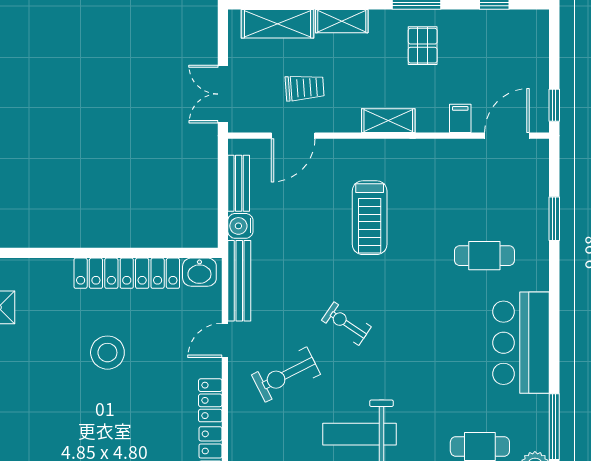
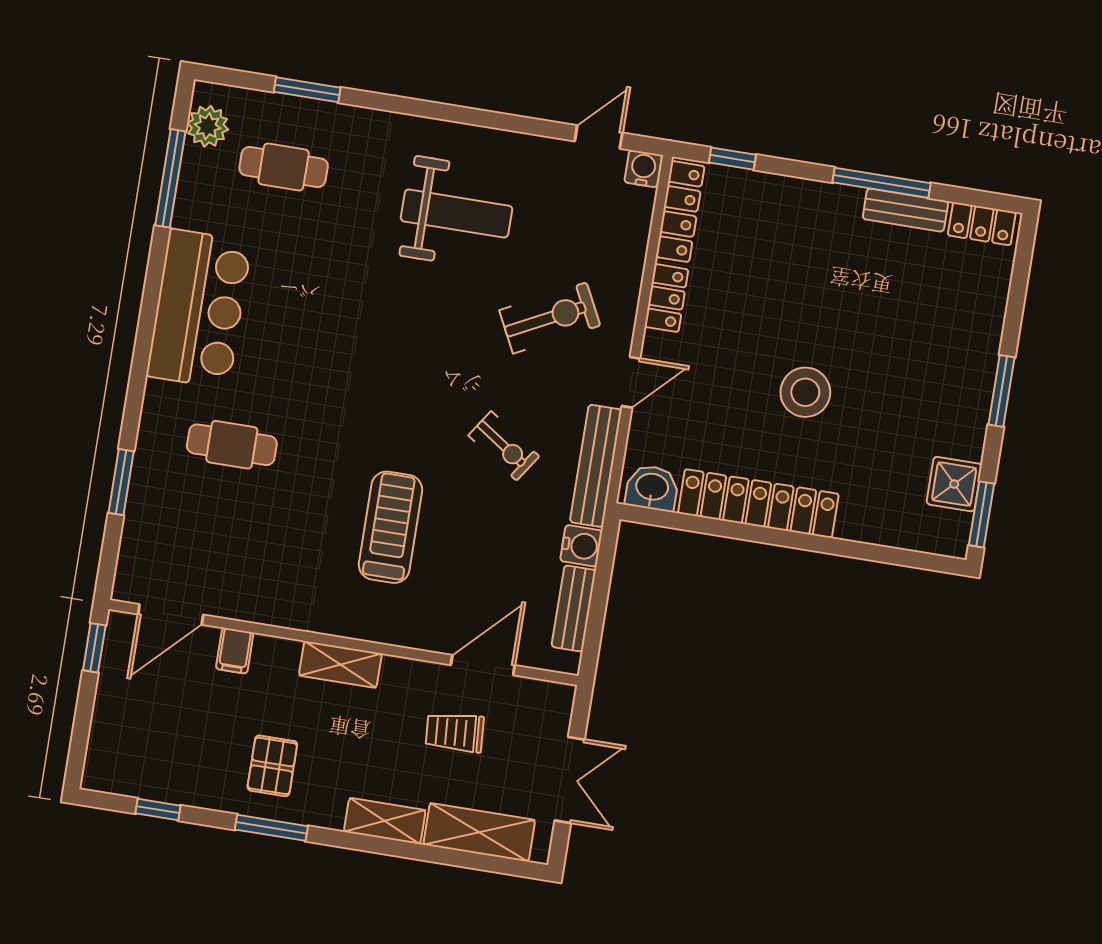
double door: (223, 94) -> (570, 780), moved
exercise bike: (346, 324) -> (504, 446), moved

